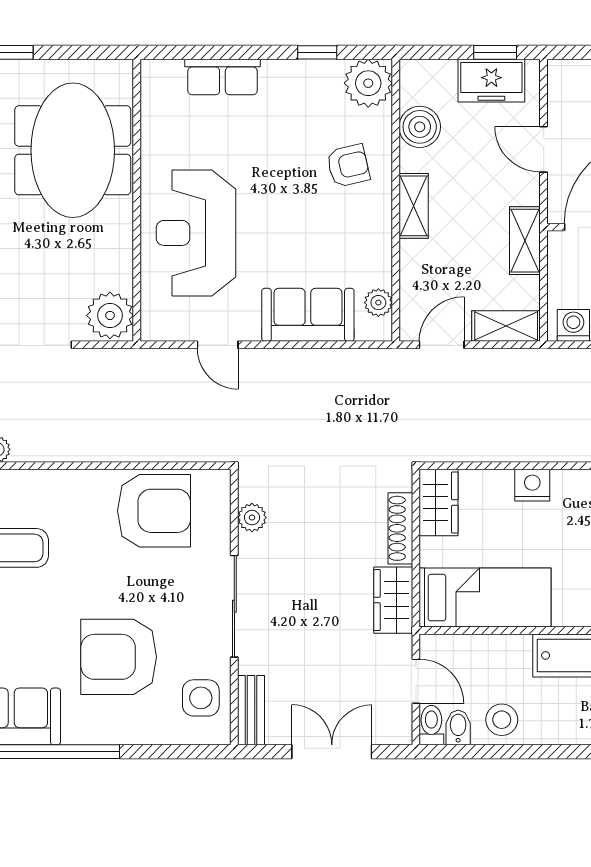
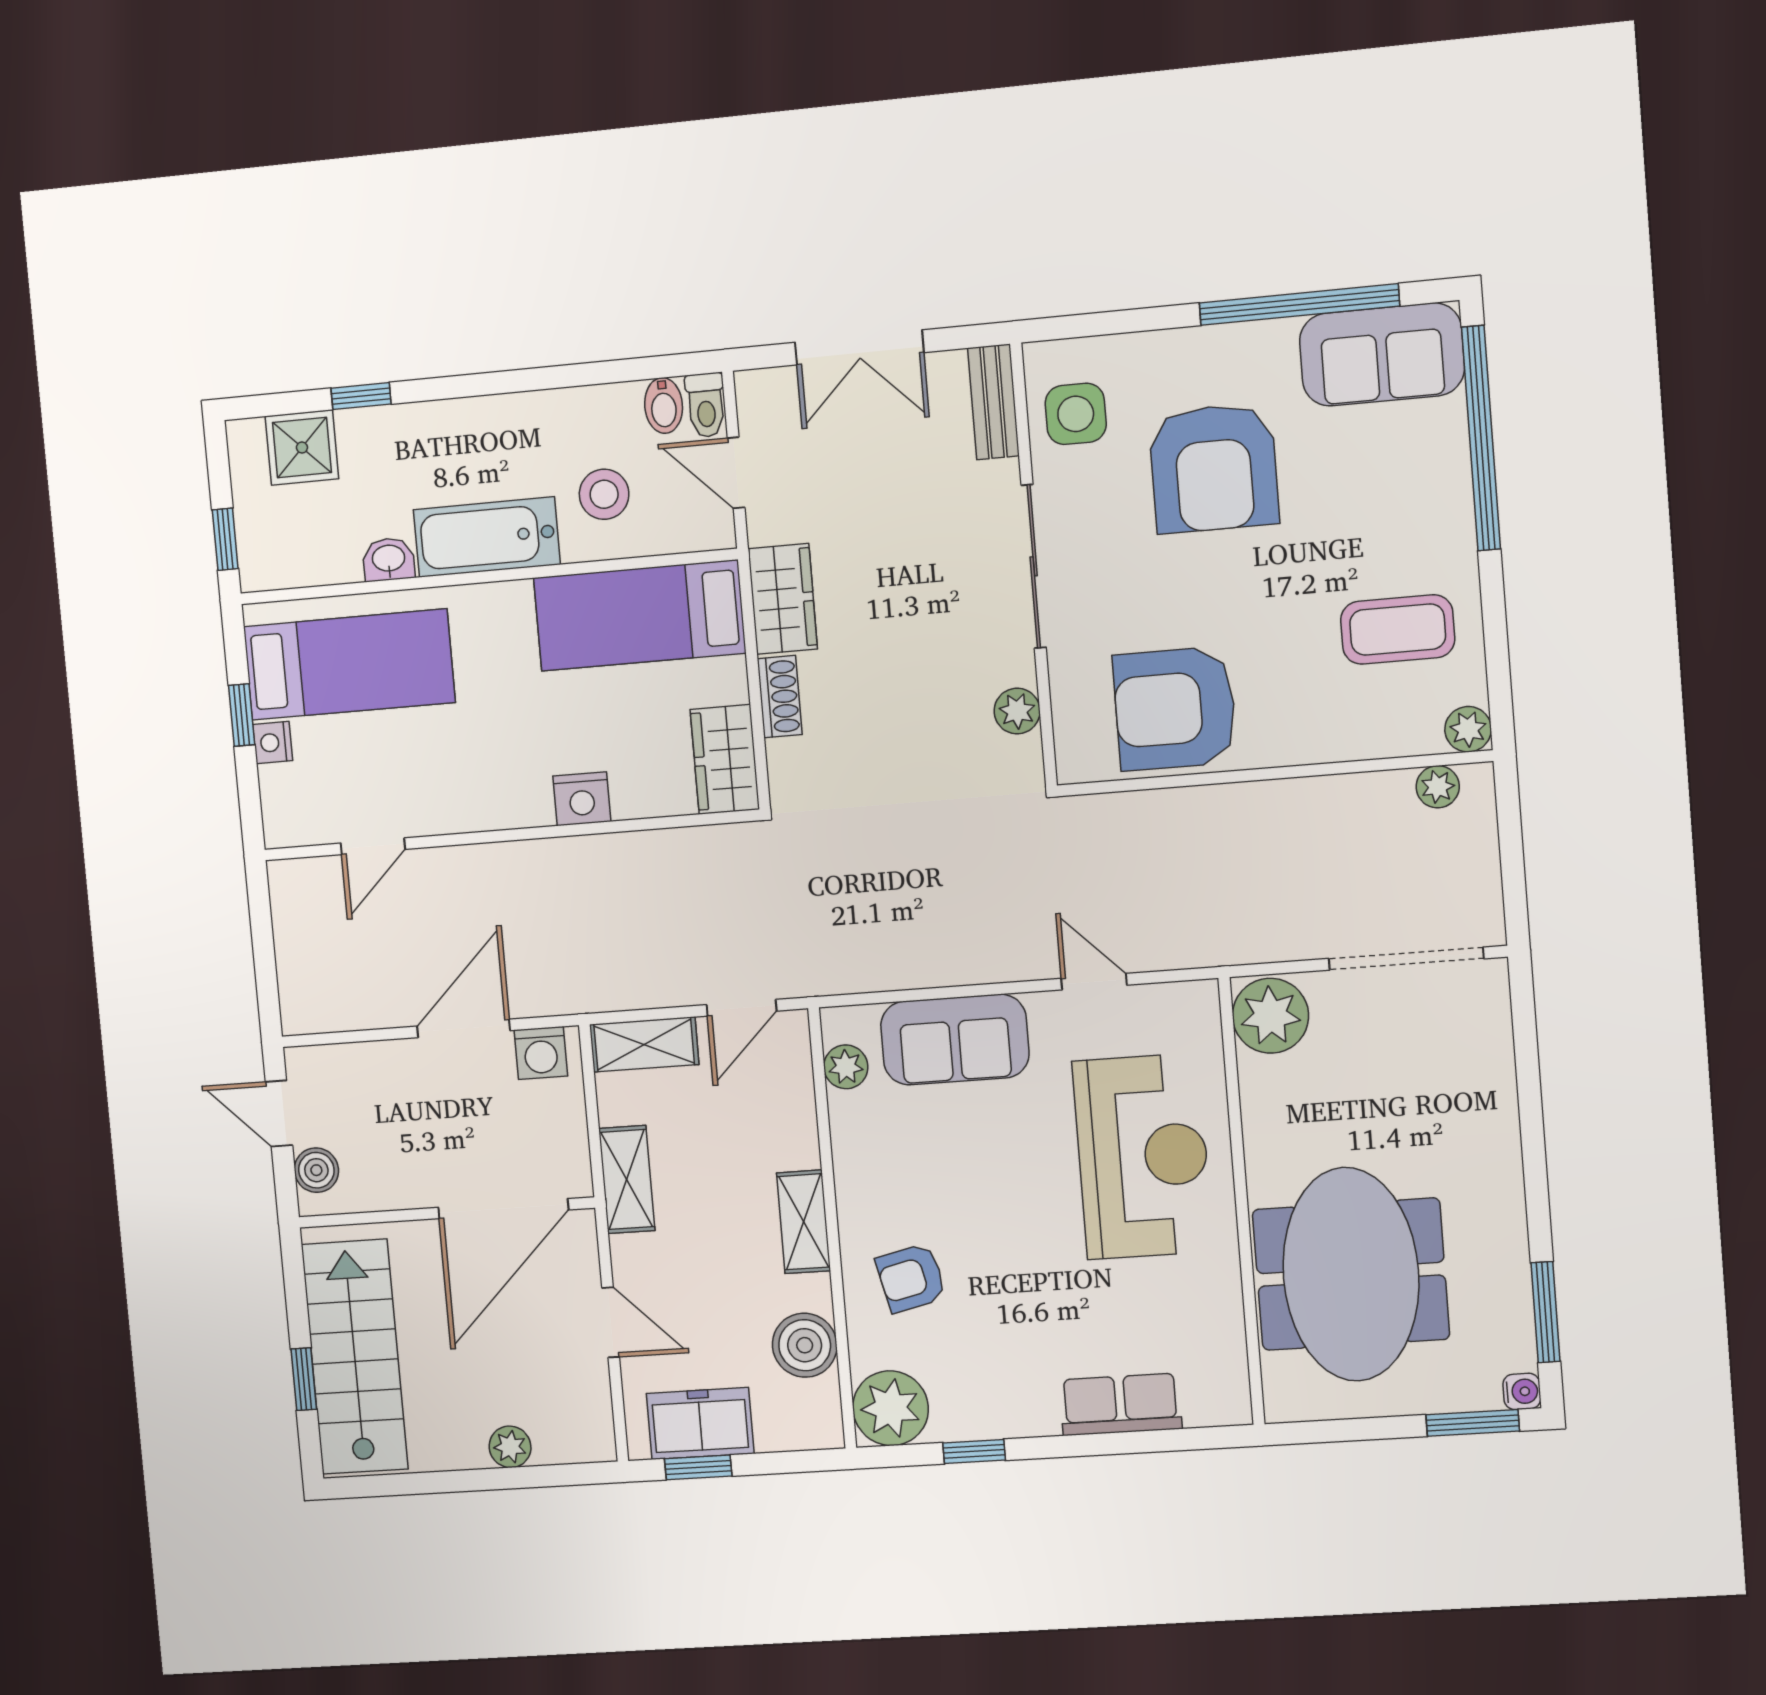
shoe rack: (400, 528) -> (780, 697), width x0.70
armchair: (119, 657) -> (1214, 468), turned 90
stool: (502, 720) -> (604, 494), moved

